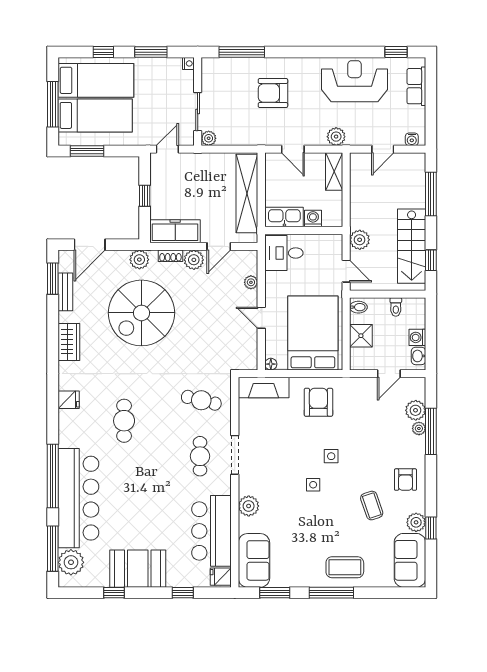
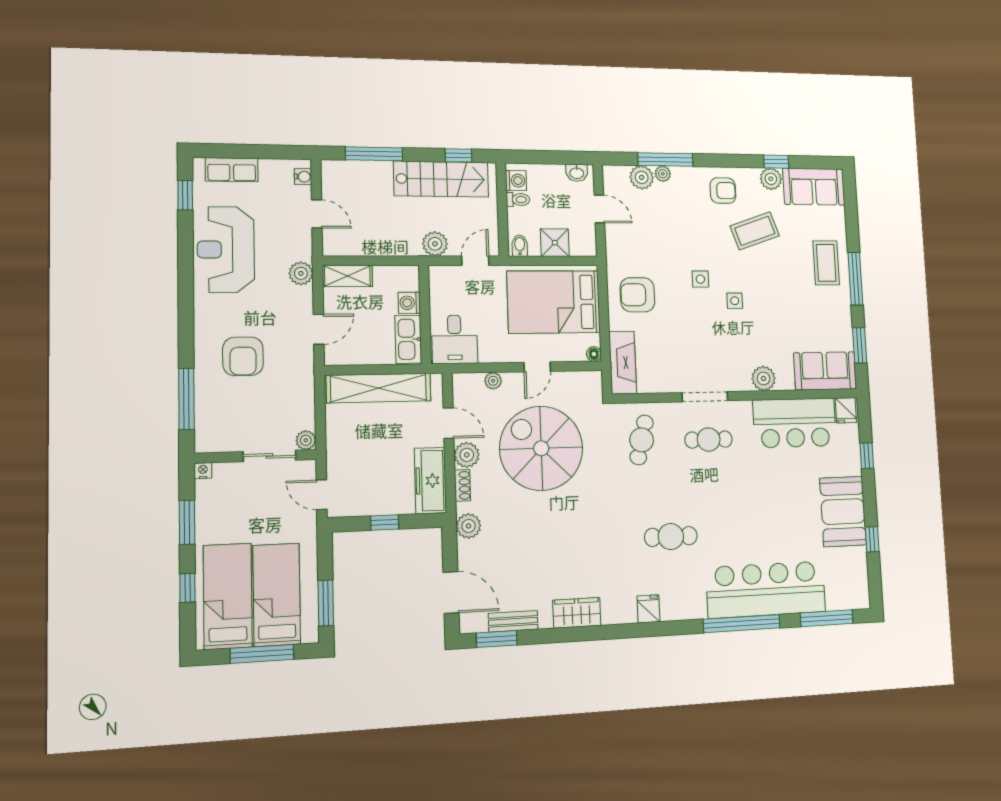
spiral stairs: (141, 313) -> (541, 448), moved, turned 180
washing machine: (417, 337) -> (516, 181), moved, turned -90
coffee table: (372, 506) -> (755, 231), width x1.36, depth x1.30
plant: (71, 562) -> (841, 594), removed

